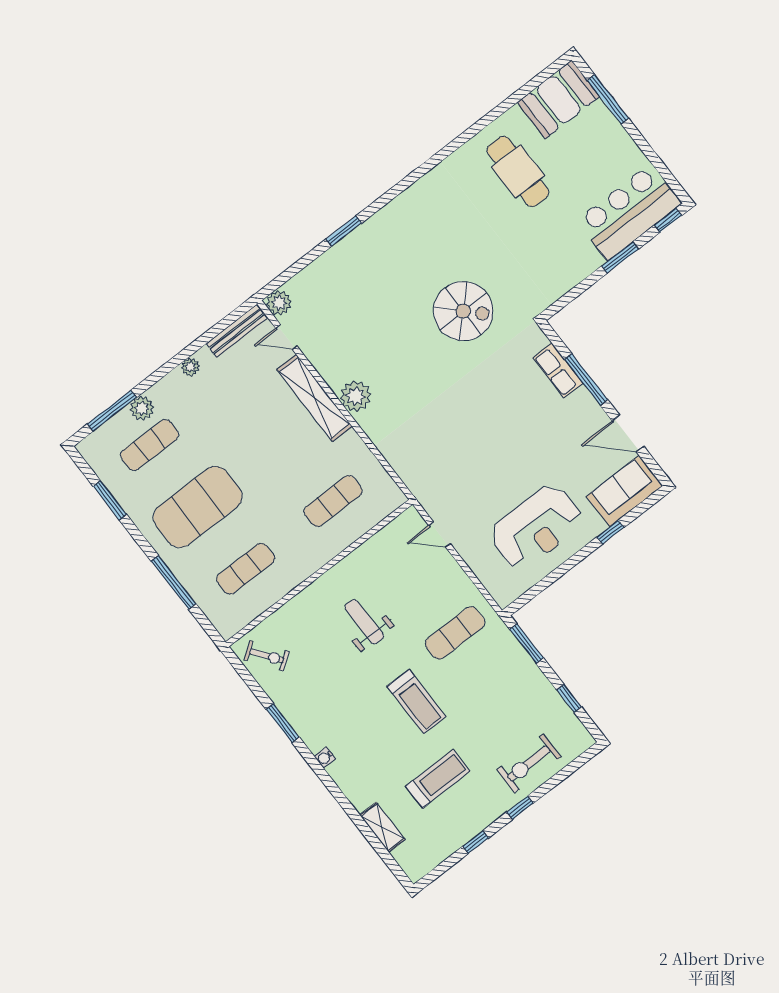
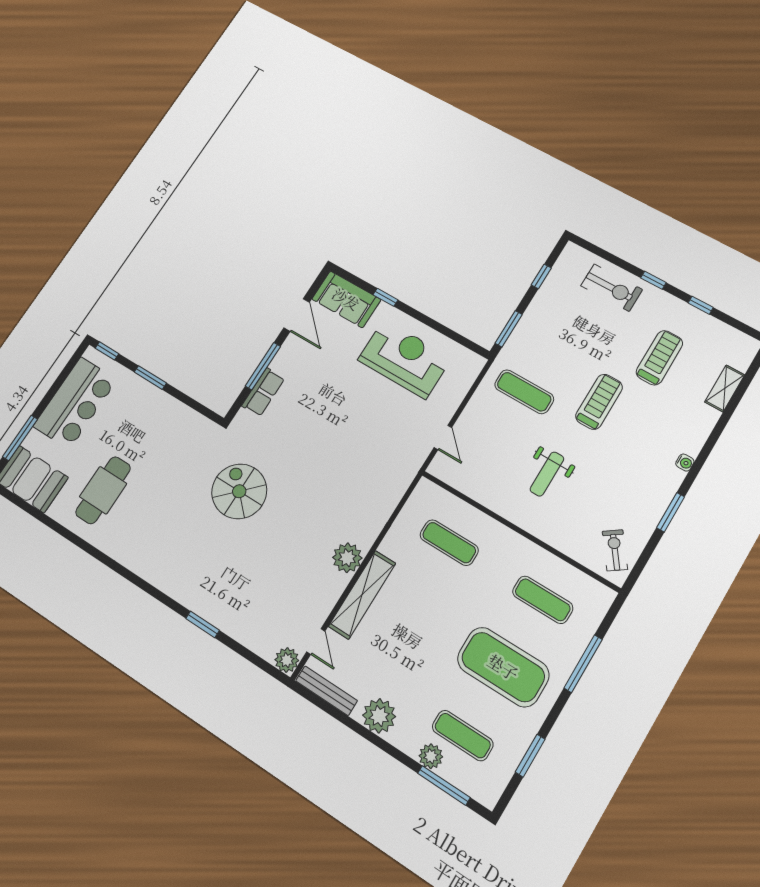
bar counter: (629, 212) -> (75, 403), moved, turned -90
plant: (190, 367) -> (379, 716), width x1.88, depth x1.88
treadmill: (438, 779) -> (659, 358), turned 90

